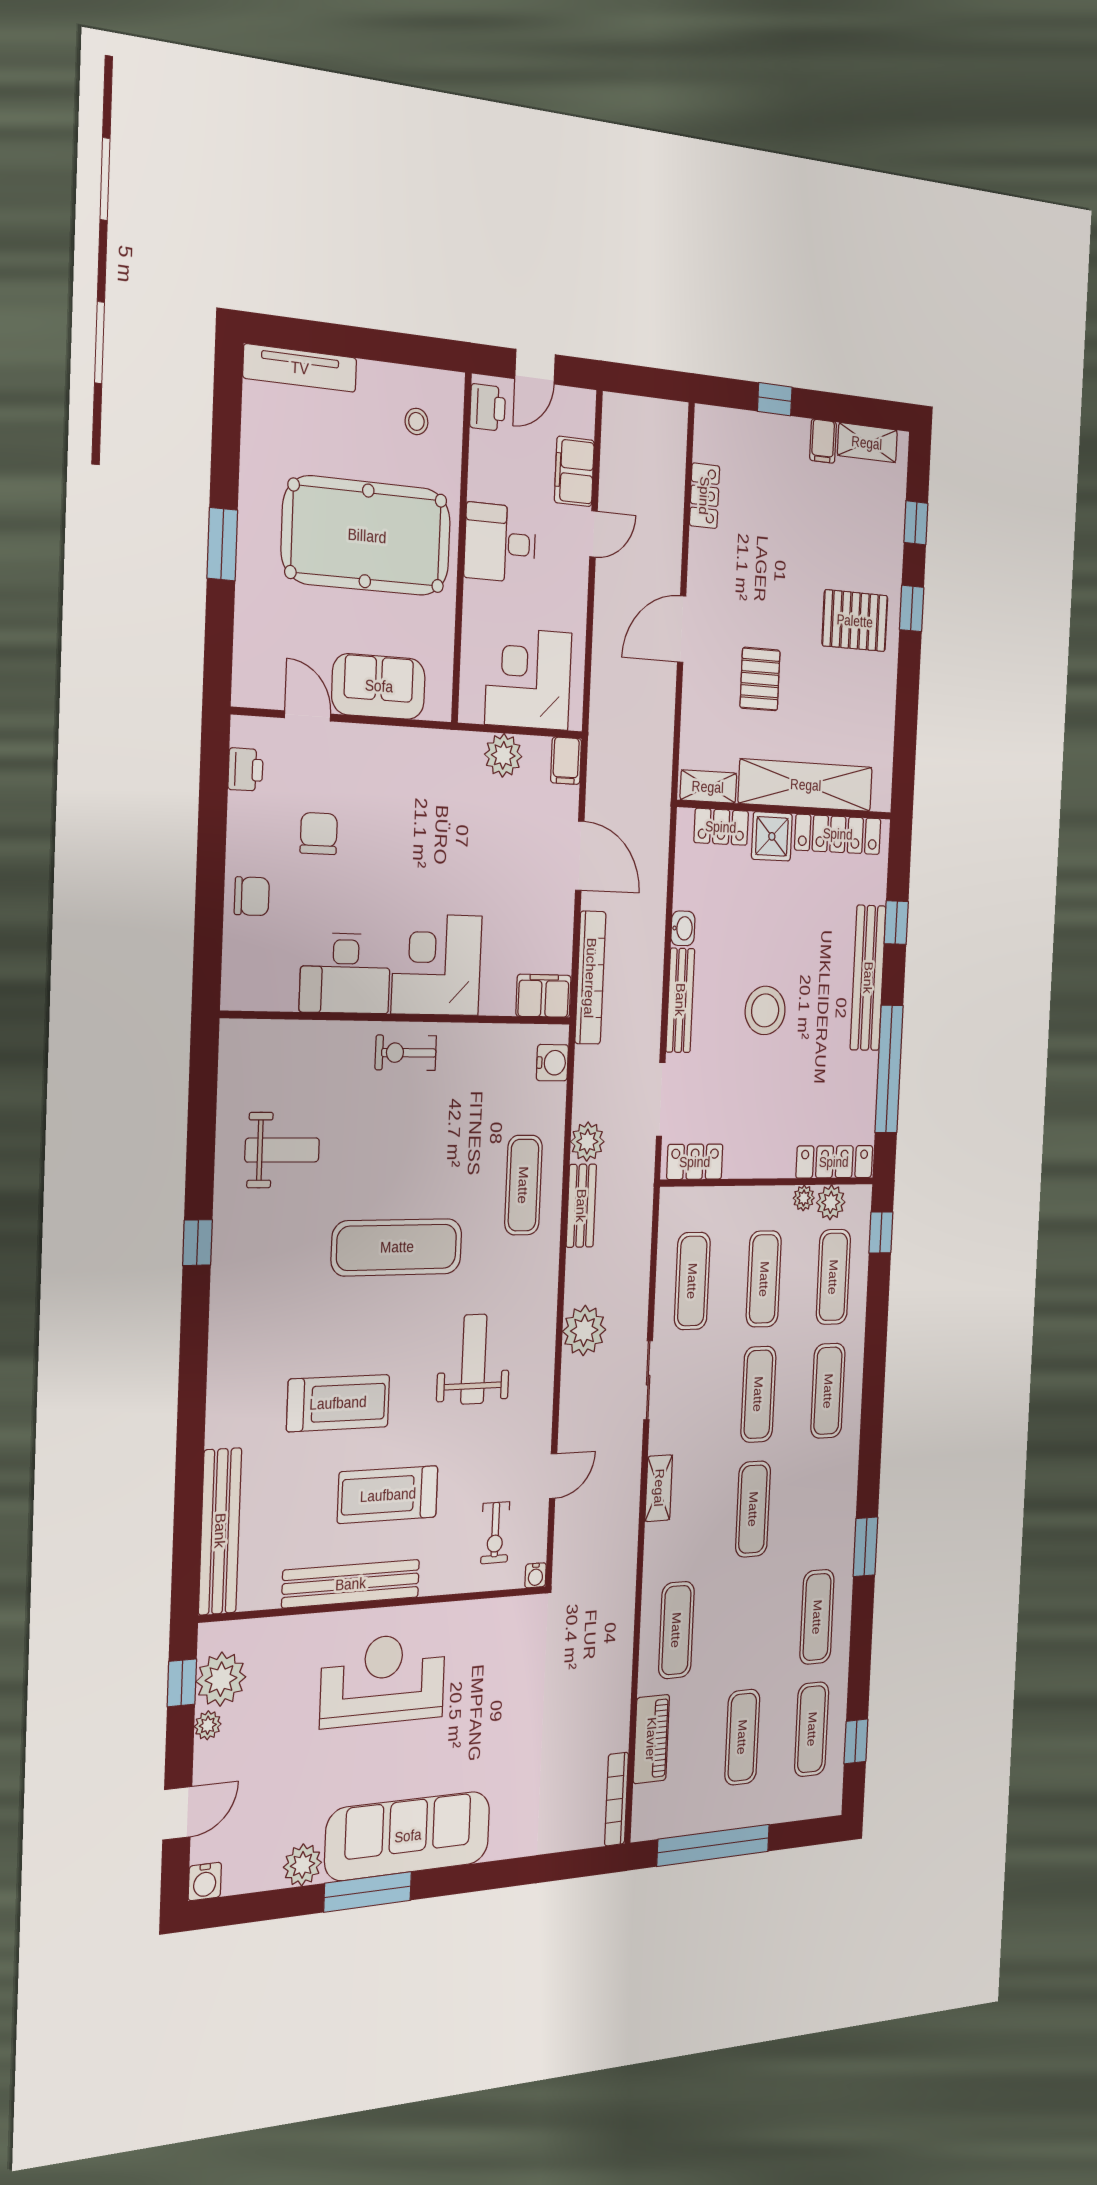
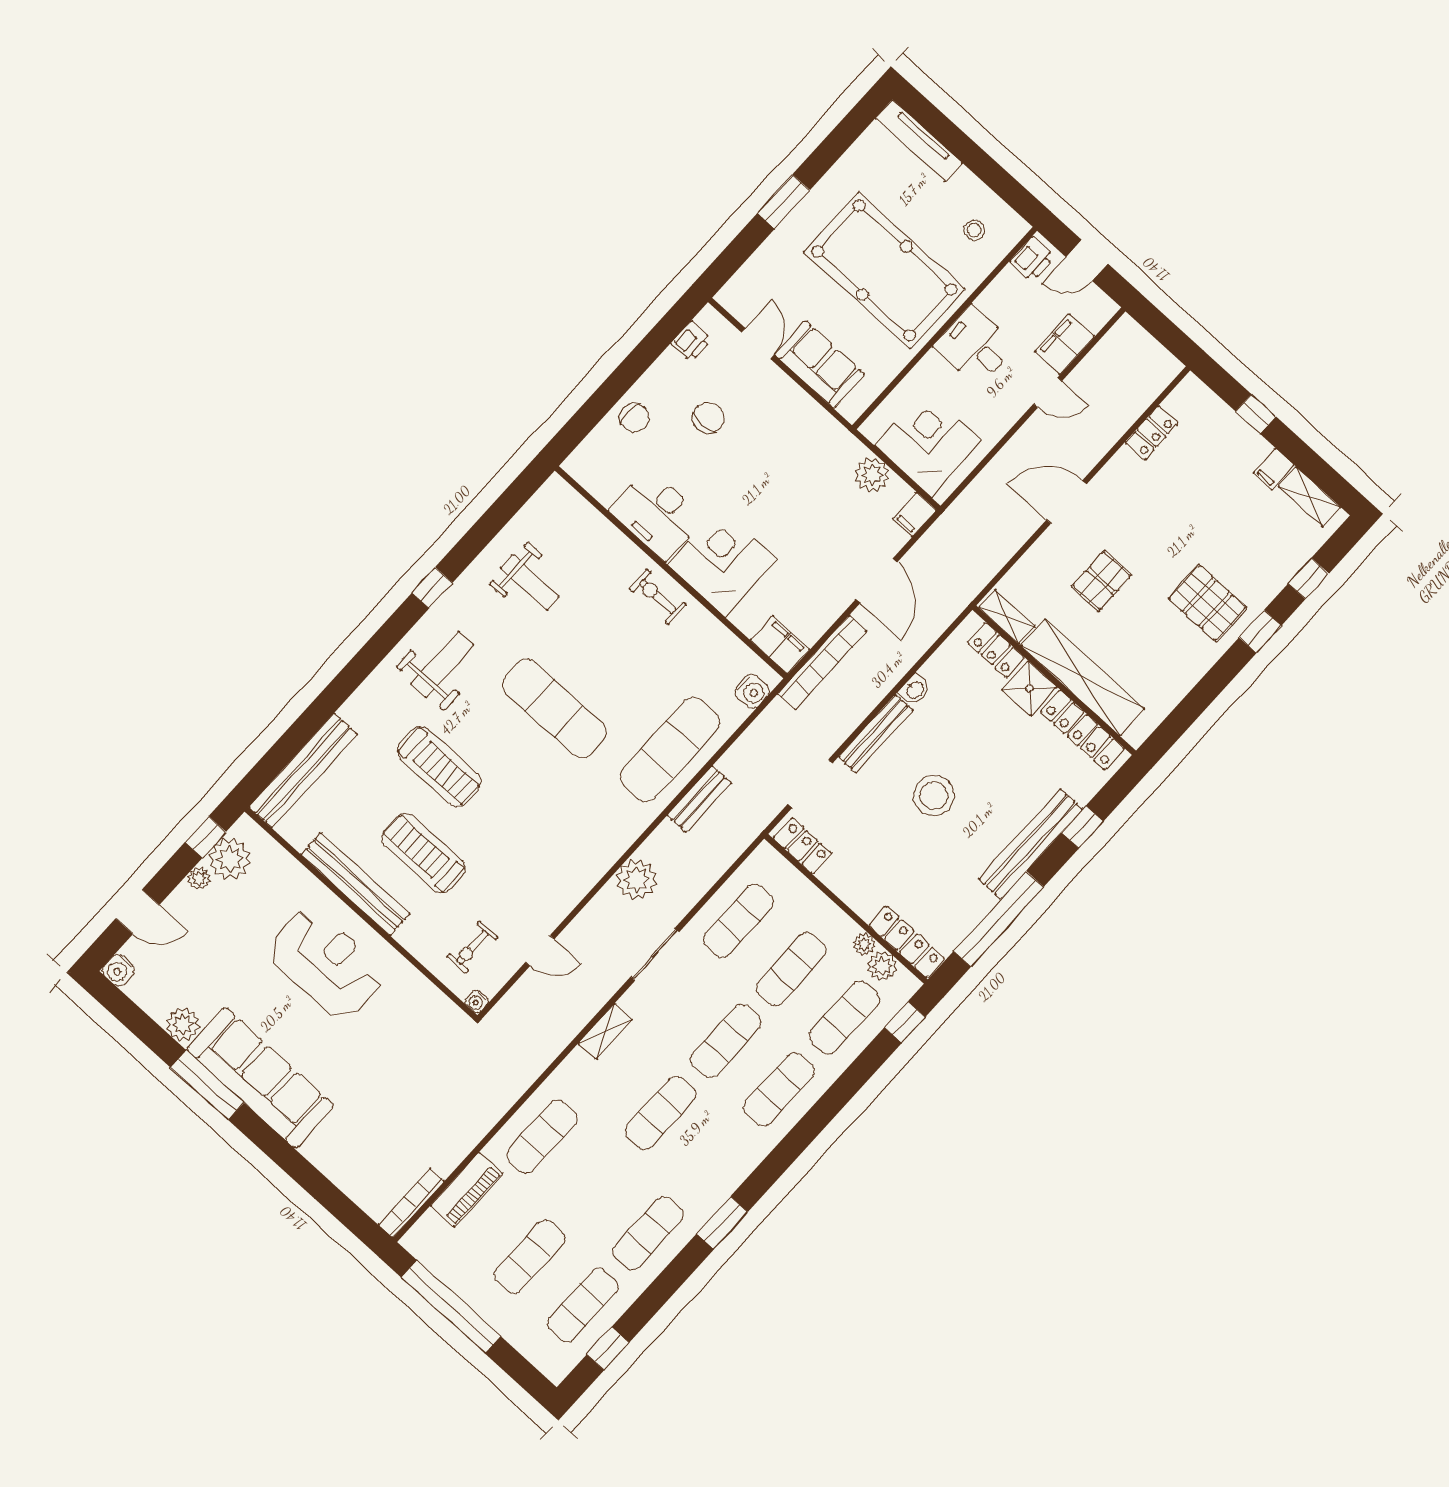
plant: (587, 1142) -> (736, 763), removed
exercise mat: (523, 1185) -> (670, 749), width x1.36, depth x1.45
weight bench: (474, 1359) -> (442, 664), moved

